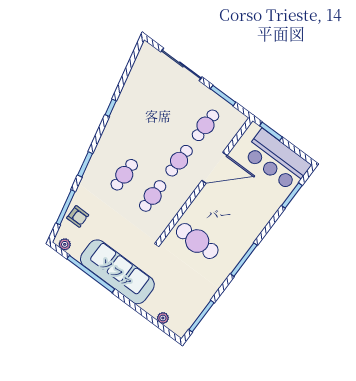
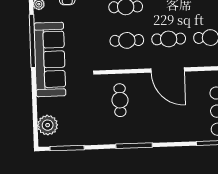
door: (214, 168) -> (168, 70), moved
cafe table: (197, 241) -> (120, 100), width x0.73, depth x0.74
plant: (163, 318) -> (48, 125), width x1.88, depth x1.88

